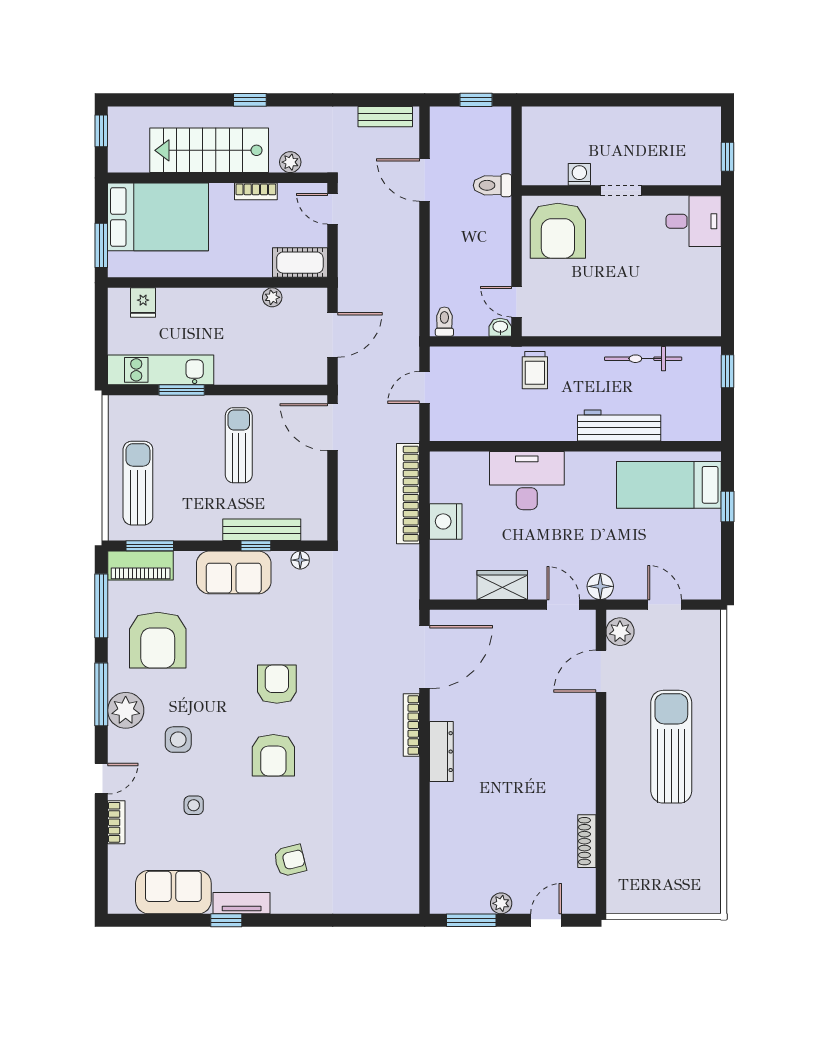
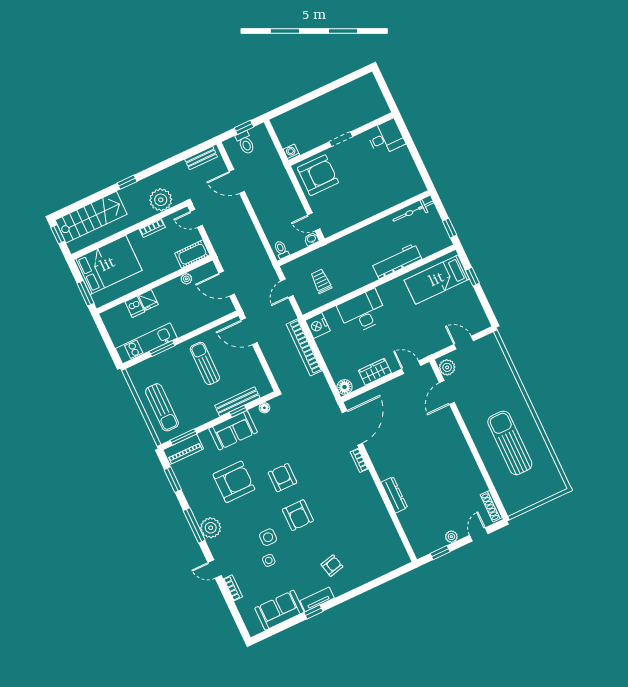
stairs: (209, 150) -> (91, 217), moved, turned 180
window: (727, 157) -> (388, 96), removed
plant: (290, 162) -> (161, 200), width x1.87, depth x1.87
washing machine: (579, 174) -> (291, 152), moved
toilet: (492, 185) -> (245, 143), moved, turned -90
armchair: (558, 231) -> (318, 175), turned -90
fridge: (143, 303) -> (148, 300), moved
dishwasher: (170, 303) -> (135, 307), added
door: (333, 335) -> (227, 284), swing flipped
bicycle: (643, 359) -> (413, 211), moved
trolley: (535, 370) -> (321, 281), moved, turned 180
window: (727, 371) -> (450, 228), moved
sun lounger: (138, 483) -> (162, 407), turned 180
nightstand: (446, 521) -> (318, 326), moved
floor lamp: (600, 586) -> (345, 387), moved
window: (101, 606) -> (173, 480), width x0.69
armchair: (158, 640) -> (234, 482), moved, turned -90
bookcase: (411, 725) -> (359, 460), width x0.64
side table: (178, 740) -> (268, 537), moved
sun lounger: (671, 747) -> (510, 443), moved
dresser: (441, 752) -> (394, 495), moved
door: (101, 779) -> (215, 569), swing flipped
shoe rack: (587, 841) -> (491, 506), moved
window: (471, 920) -> (440, 553), width x0.67

